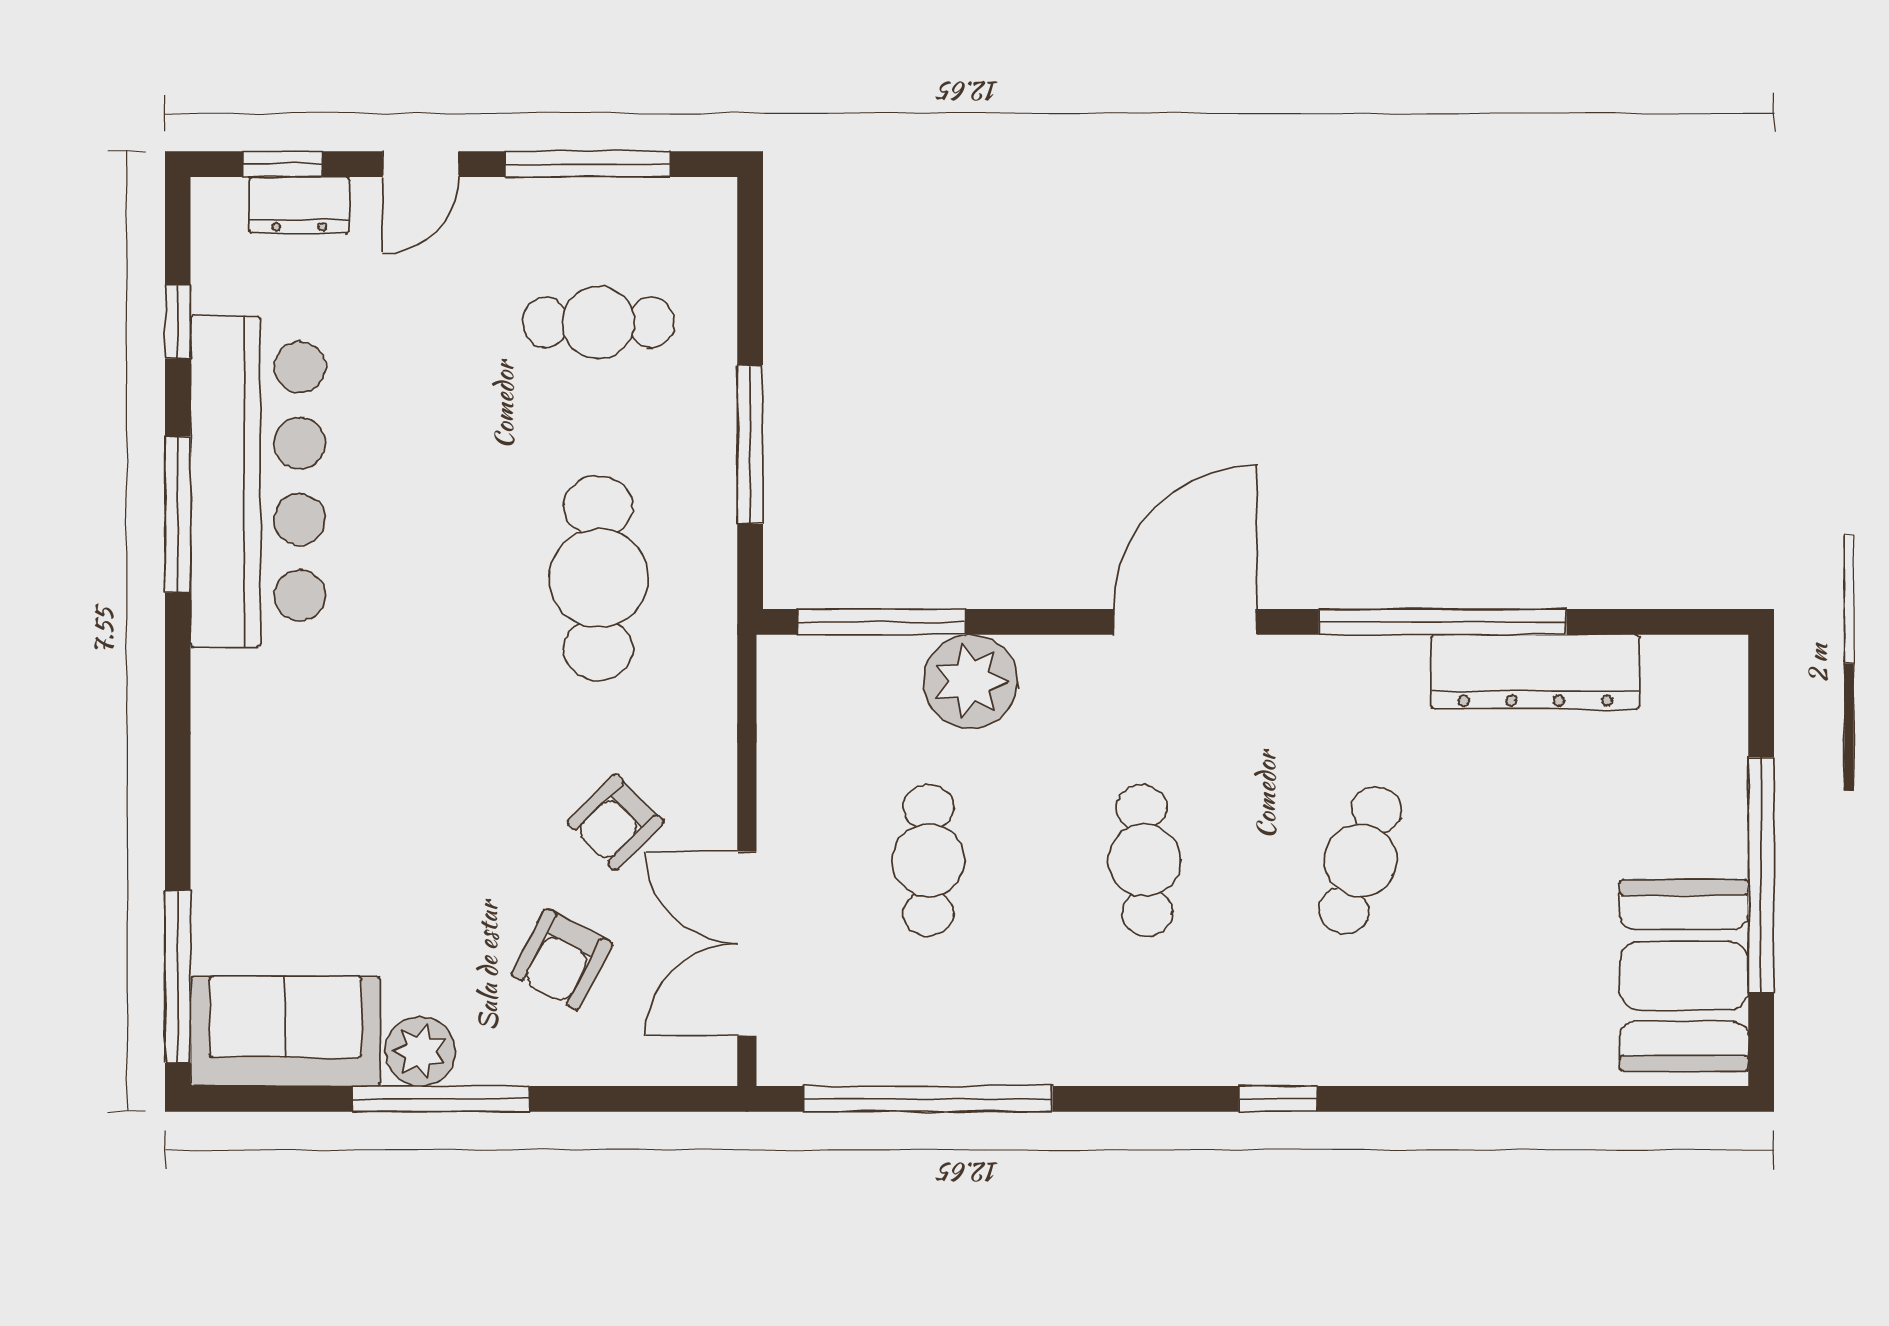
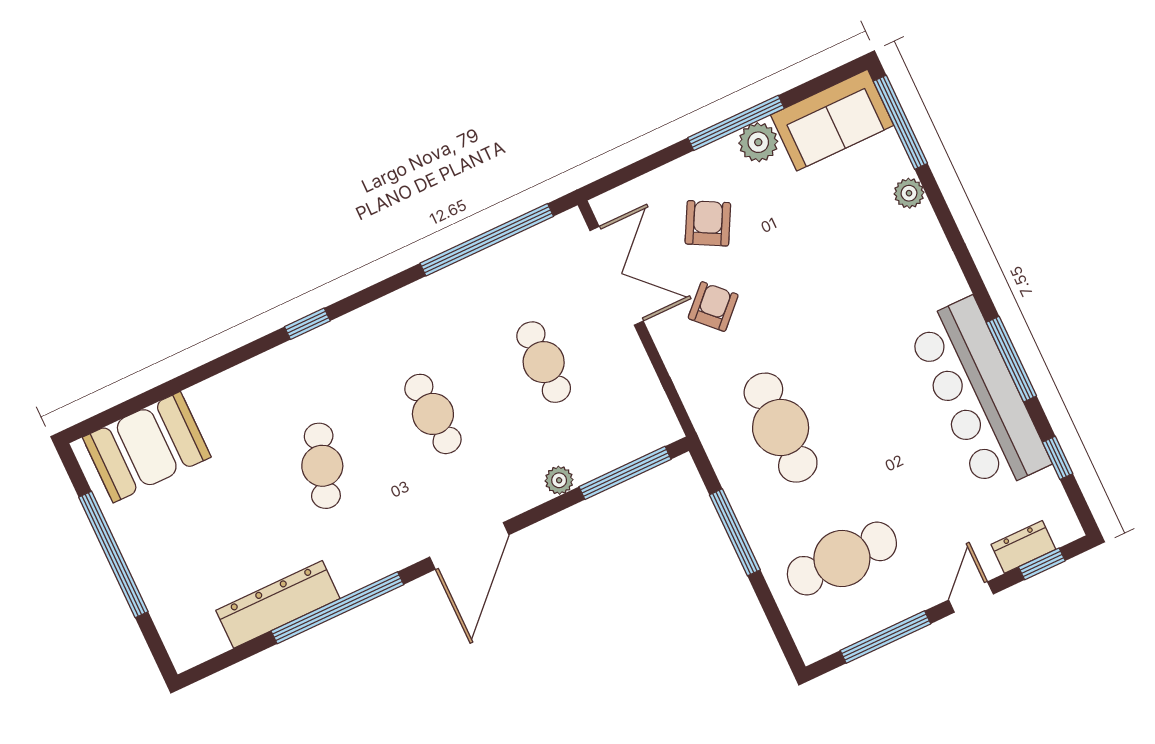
cafe table: (598, 322) -> (842, 559), width x1.37, depth x1.35
plant: (970, 682) -> (559, 480), width x0.53, depth x0.53
plant: (217, 857) -> (909, 193), added
booth: (1684, 976) -> (147, 447), moved, turned 90

